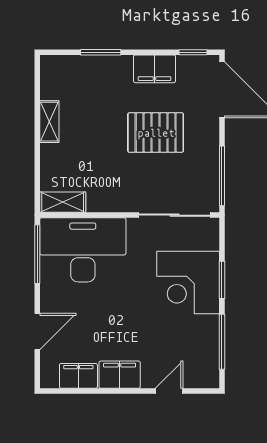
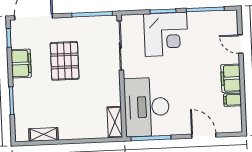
shelving: (49, 122) -> (43, 134), moved
filing cabinet: (78, 376) -> (232, 100), width x0.50

